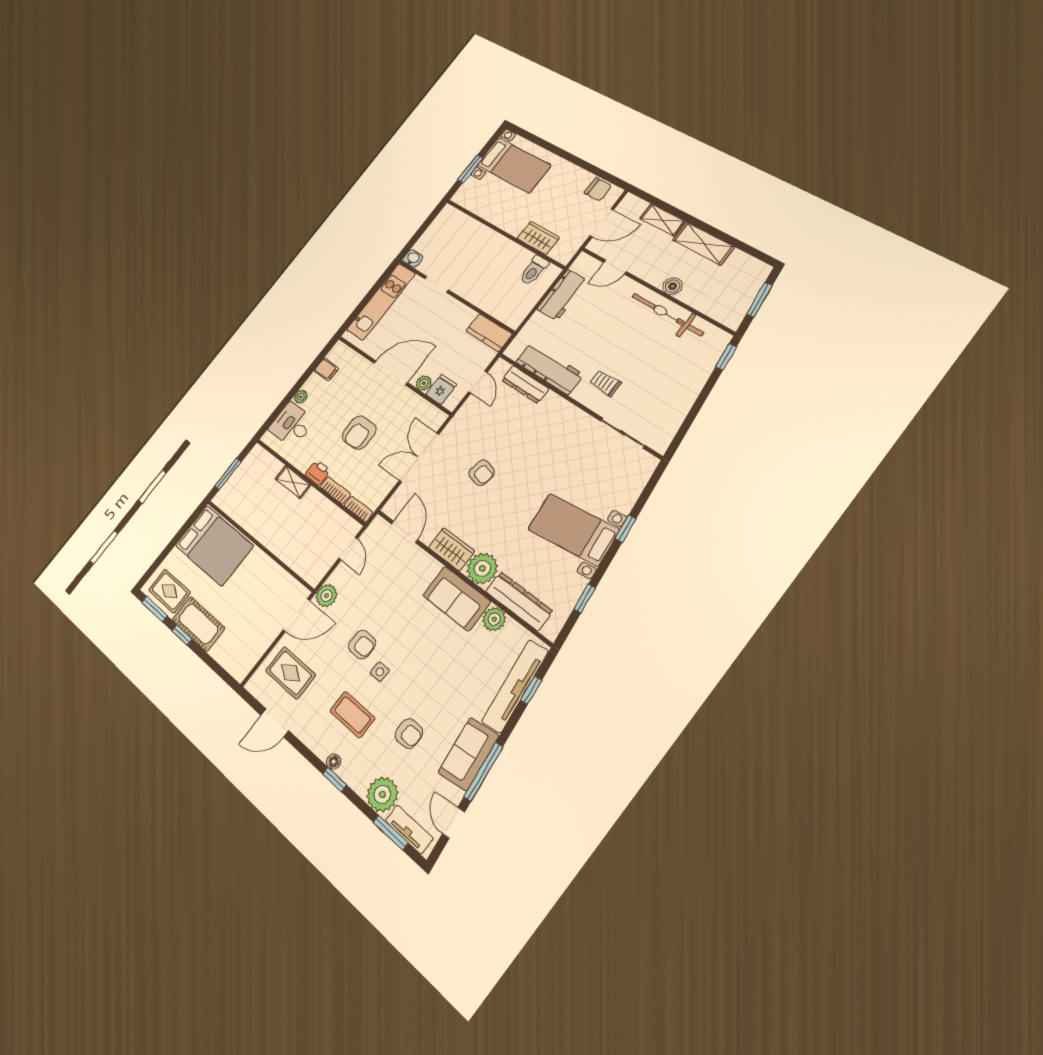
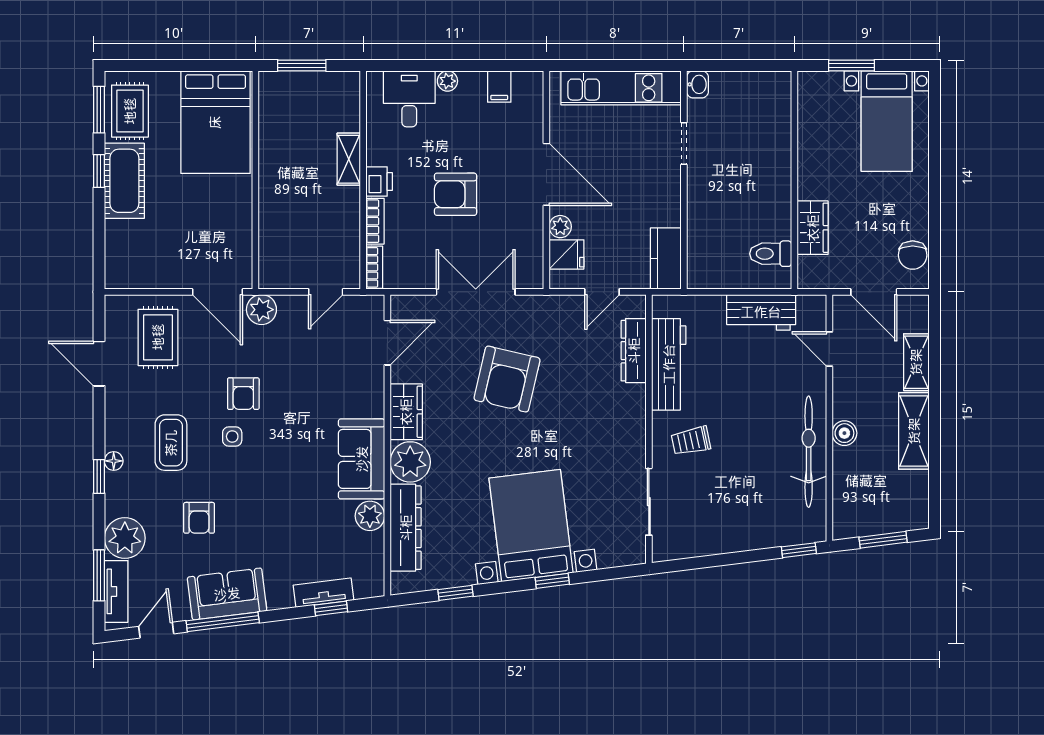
trolley: (605, 383) -> (691, 441), turned -102
armchair: (482, 473) -> (507, 379), width x1.88, depth x1.88
bed with nightstands: (573, 529) -> (531, 526), width x1.36
tv unit: (515, 686) -> (323, 593), width x0.52, depth x0.78

